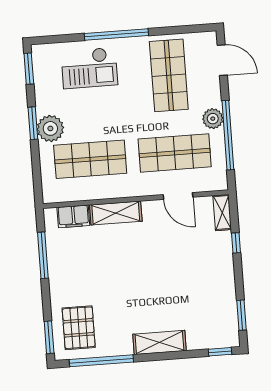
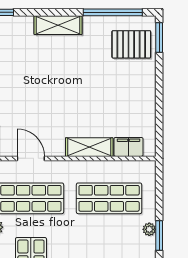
plant: (50, 128) -> (149, 229), width x0.53, depth x0.53
window: (43, 255) -> (159, 113), removed
pallet: (79, 328) -> (131, 44), turned 90

